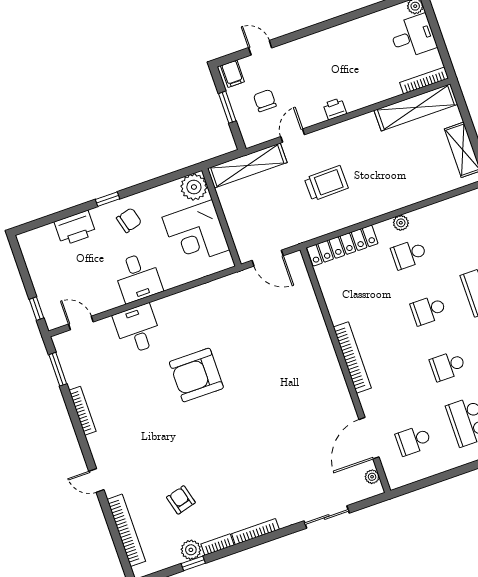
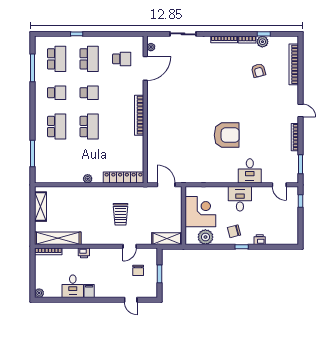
desk: (413, 36) -> (73, 286), moved, turned -90
filing cabinet: (232, 74) -> (89, 291), moved
printer: (335, 109) -> (84, 253), moved
shelving: (247, 165) -> (167, 239), width x0.68
trolley: (326, 183) -> (120, 214), turned -89
plant: (194, 187) -> (205, 237), moved
printer: (75, 228) -> (260, 240), width x0.53, depth x0.68
school desk: (409, 254) -> (89, 160), removed
school desk: (428, 310) -> (89, 126), width x1.85
door: (96, 481) -> (300, 110), moved

